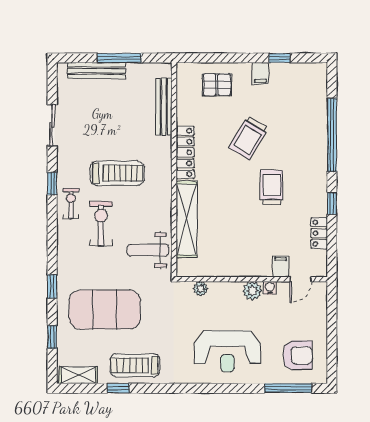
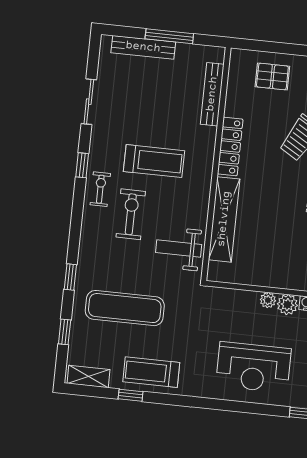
plant: (201, 289) -> (268, 300), moved
exercise mat: (105, 310) -> (125, 308), width x0.68

